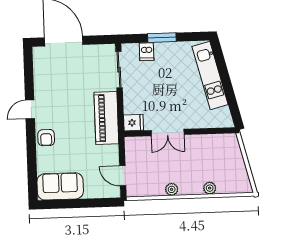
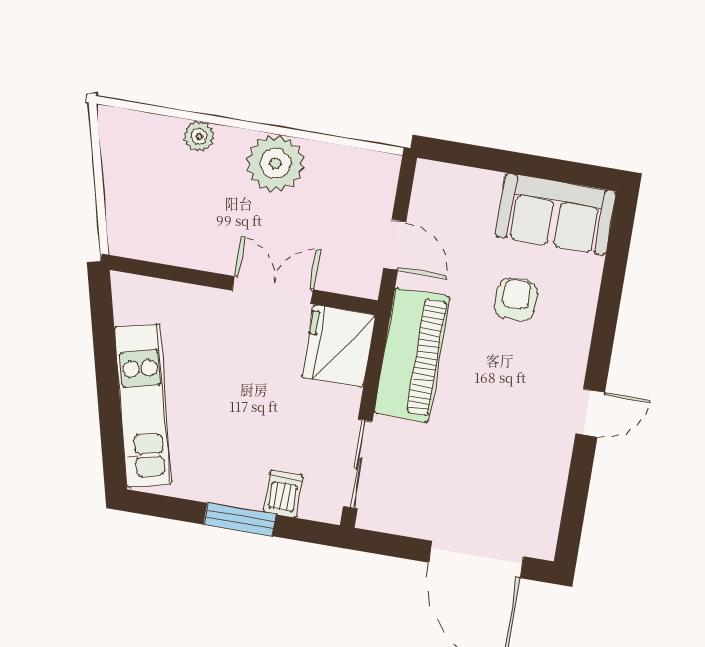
fridge: (134, 123) -> (338, 346), width x1.88, depth x1.34
armchair: (46, 138) -> (516, 300), moved
door: (123, 176) -> (395, 245), moved
plant: (172, 189) -> (275, 163), width x1.88, depth x1.88

